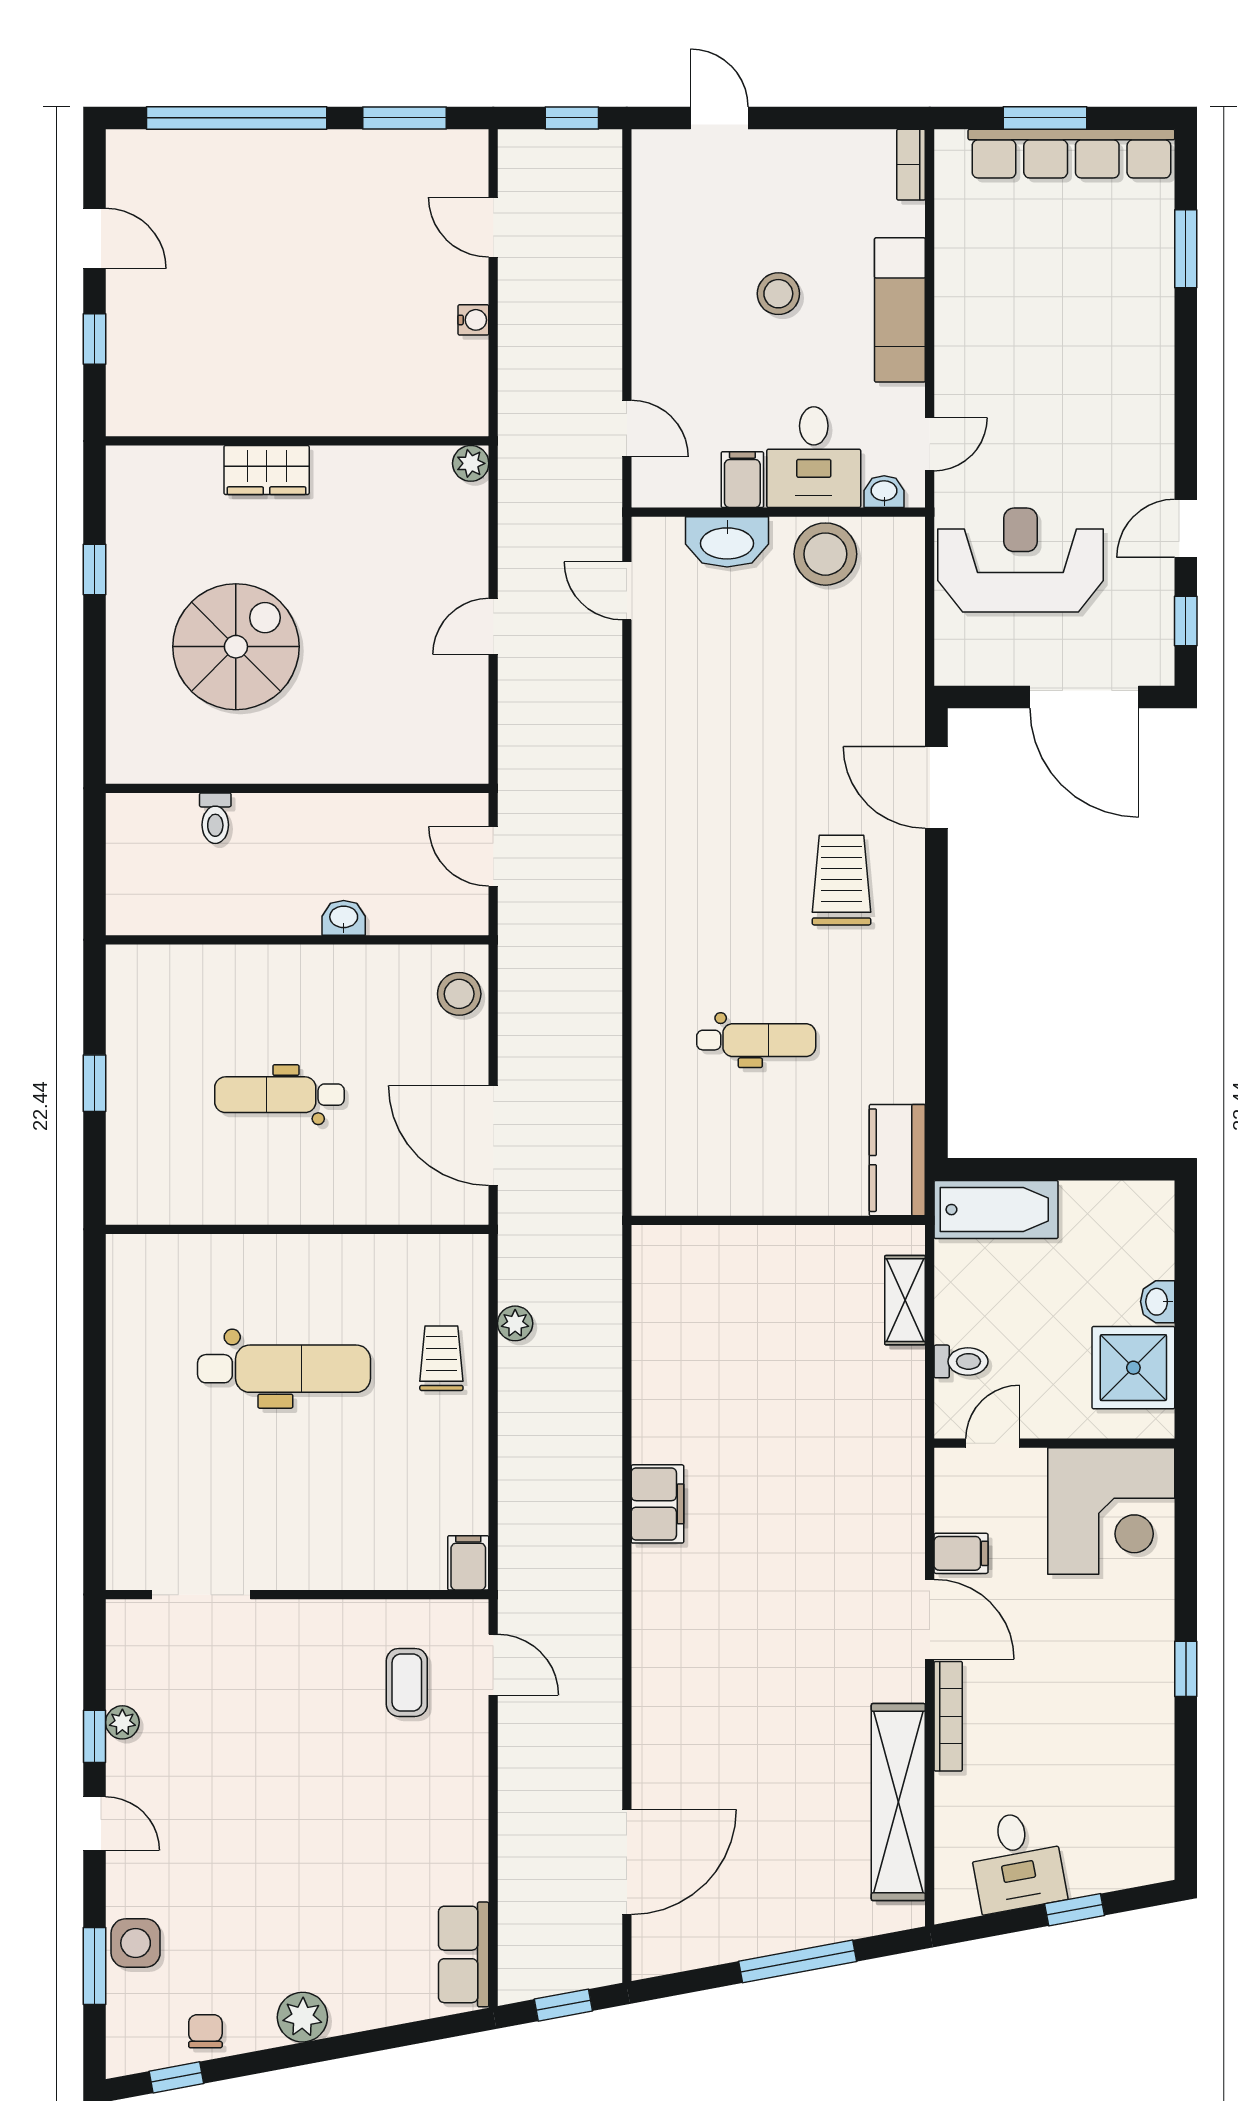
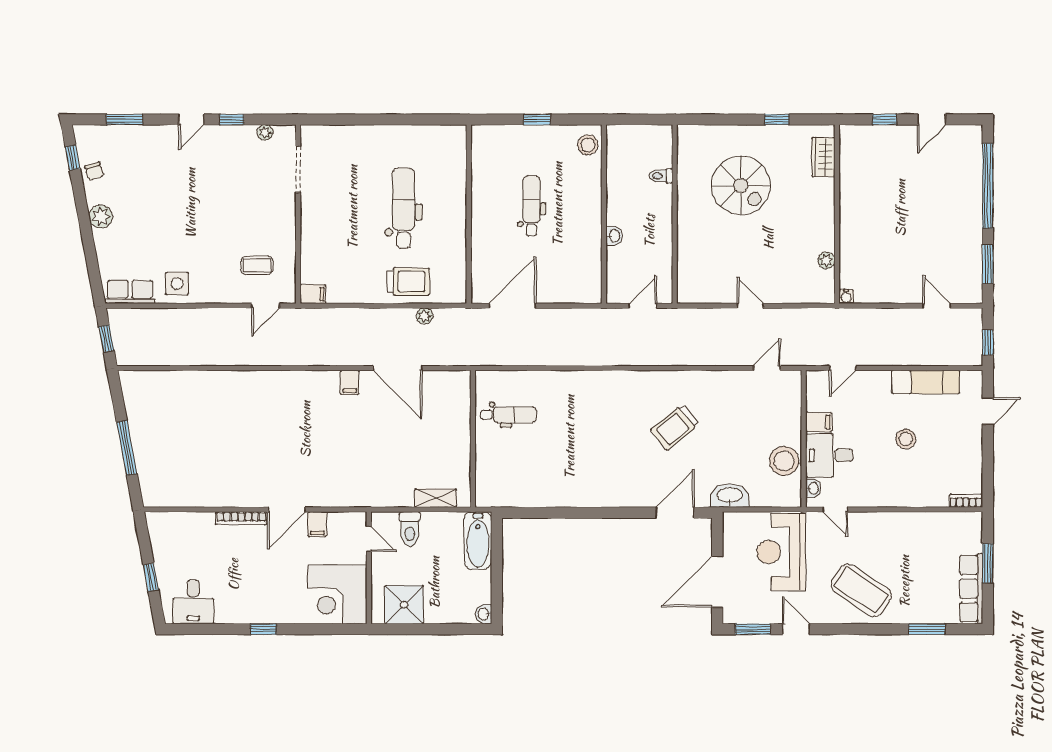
row of seats: (1071, 154) -> (971, 589), width x0.73
door: (493, 227) -> (937, 306), hinge flipped
exam couch: (900, 310) -> (926, 382), moved, turned 180
water cooler: (473, 320) -> (846, 296), moved
coffee table: (1103, 389) -> (861, 590), added
plant: (471, 463) -> (826, 260), moved
wardrobe: (267, 470) -> (823, 157), moved
washbasin: (727, 542) -> (730, 496), moved, turned 90
reception desk: (1020, 560) -> (781, 552), turned 180
window: (1186, 621) -> (753, 629), width x1.50
trolley: (842, 880) -> (675, 427), moved, turned 141
stool: (459, 994) -> (588, 145), moved
dental chair: (756, 1040) -> (509, 415), moved, turned -90
kitchen counter: (897, 1160) -> (501, 494), removed
washbasin: (1158, 1302) -> (484, 614), moved, turned -90
trolley: (441, 1358) -> (408, 282), width x1.36, depth x1.39
toilet: (961, 1361) -> (410, 529), width x1.37, depth x1.39
dental chair: (284, 1369) -> (404, 208), turned 180
filing cabinet: (657, 1504) -> (350, 382), width x0.50
plant: (122, 1722) -> (265, 132), moved
shelving: (898, 1802) -> (201, 495), removed
desk: (1017, 1861) -> (193, 602), moved, turned -79
door: (627, 1862) -> (397, 368), moved
side table: (136, 1943) -> (177, 283), moved
chair: (205, 2031) -> (94, 171), turned 73

